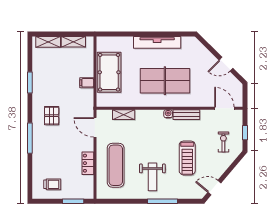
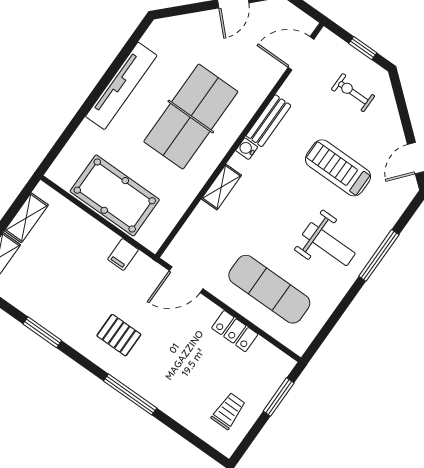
filing cabinet: (87, 83) -> (123, 254), moved
shelving: (124, 115) -> (221, 187), moved
treadmill: (187, 158) -> (338, 168), turned 180

